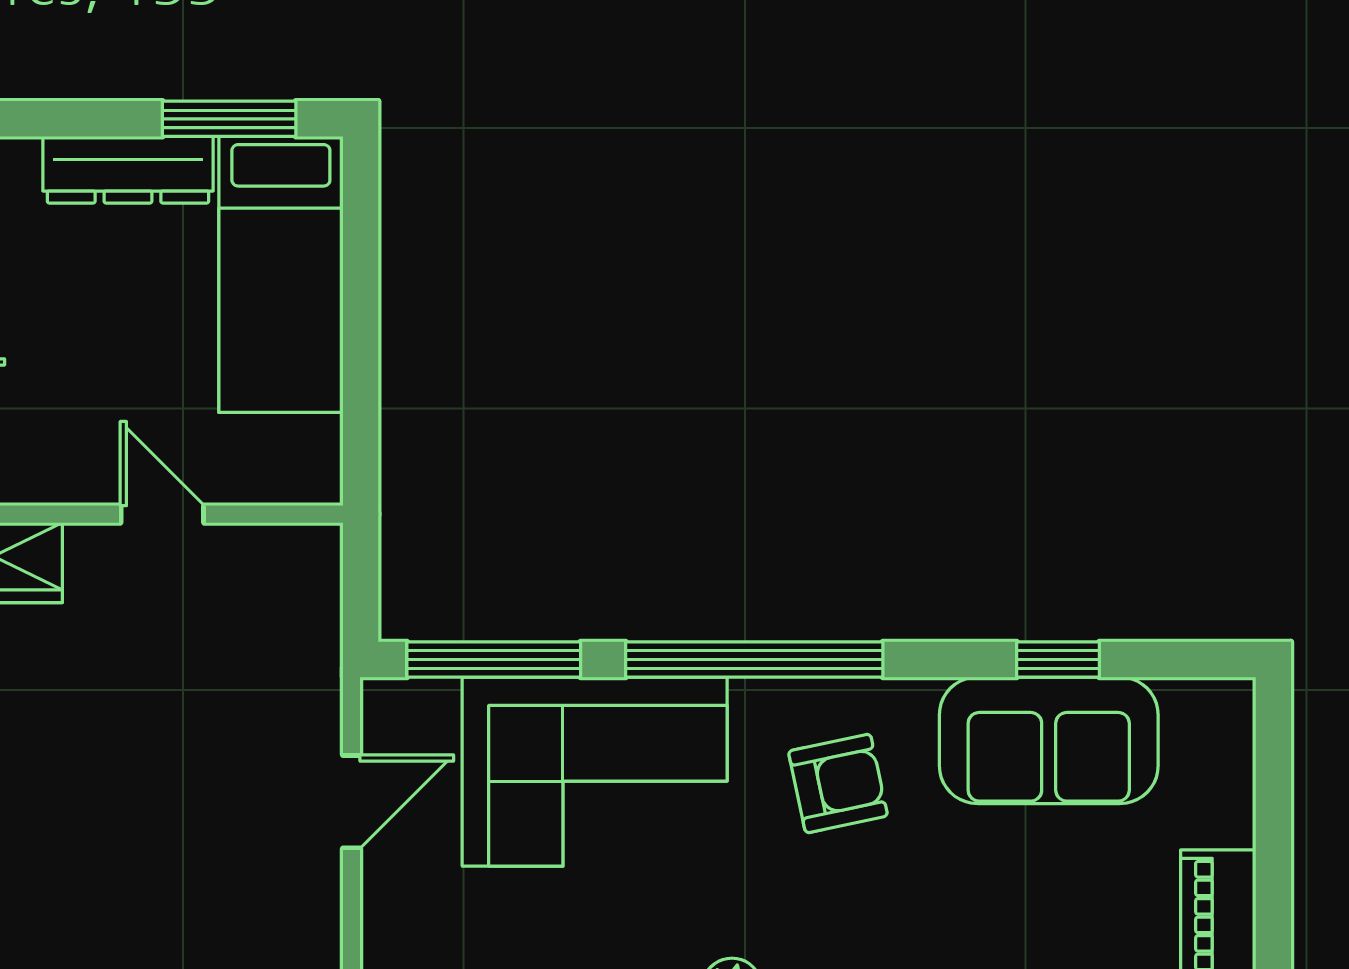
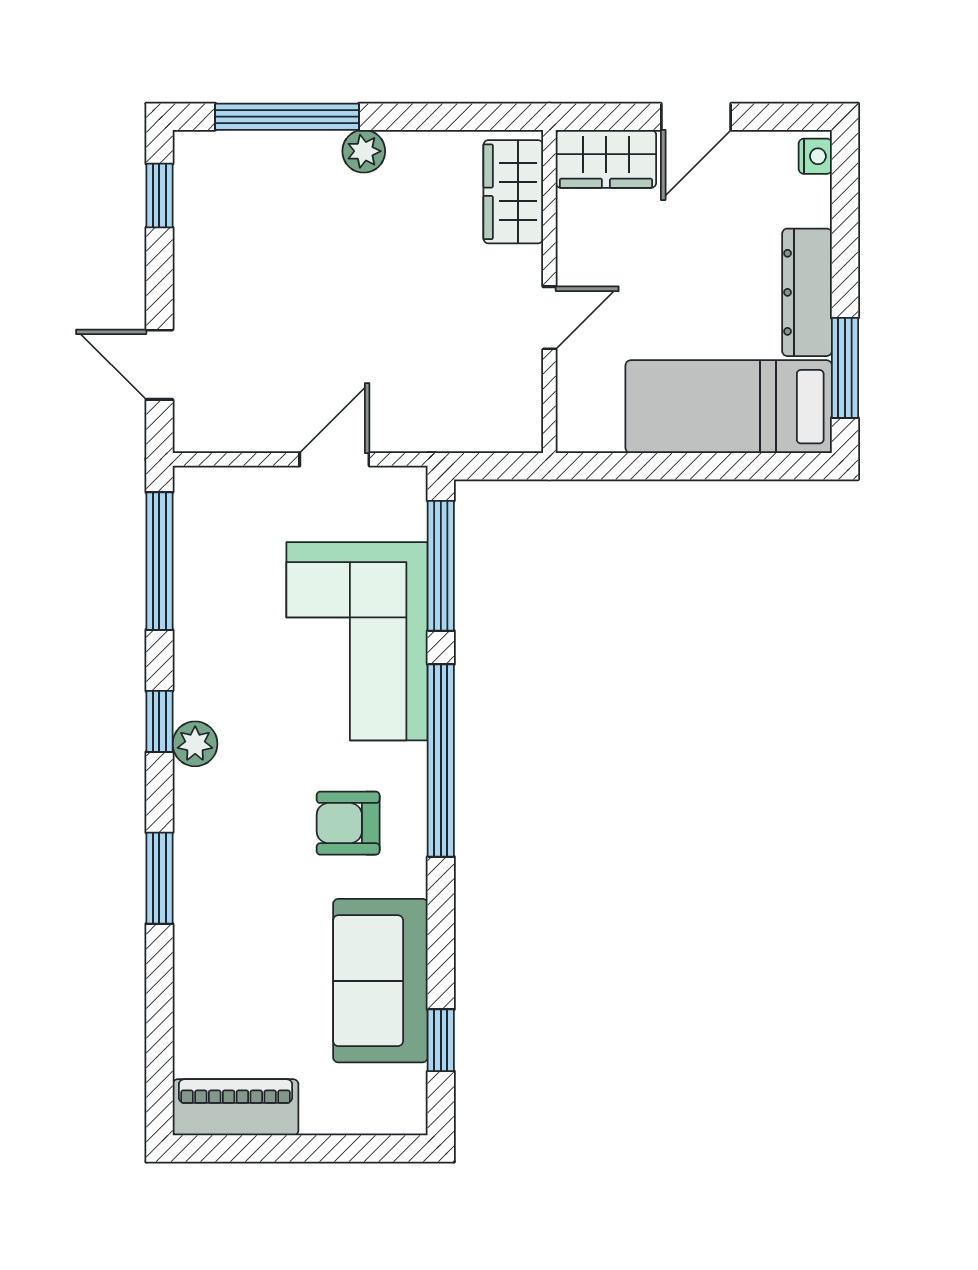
window: (1058, 659) -> (441, 1040), moved
armchair: (838, 784) -> (348, 823), turned 102
door: (351, 802) -> (334, 459), swing flipped

